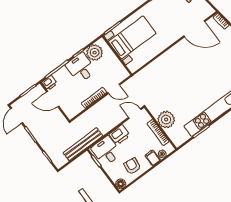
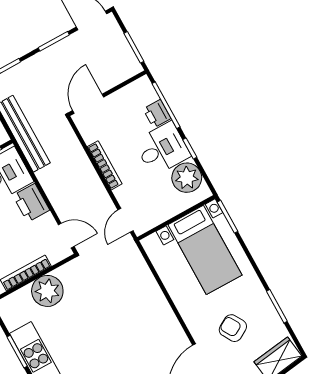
armchair: (172, 16) -> (233, 328), added
printer: (49, 83) -> (157, 114), moved
door: (114, 89) -> (126, 220), moved
door: (53, 99) -> (88, 104), moved
door: (135, 113) -> (66, 236), hinge flipped

